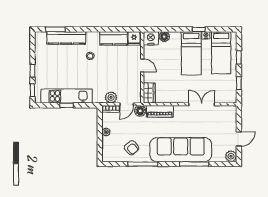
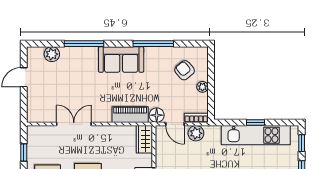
door: (127, 104) -> (175, 124), swing flipped
double door: (202, 104) -> (74, 124), swing flipped
armchair: (132, 148) -> (185, 70), moved
sofa: (181, 150) -> (121, 59), width x0.54, depth x0.79
plant: (231, 156) -> (52, 54), moved

